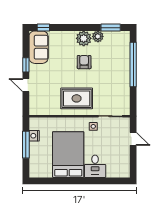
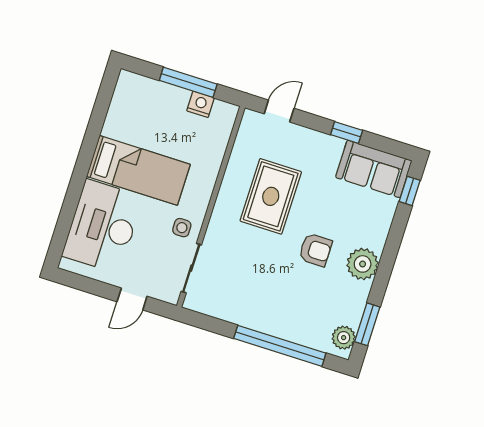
plant: (98, 36) -> (344, 338), moved
door: (26, 85) -> (279, 111), moved
rug: (77, 98) -> (271, 196), moved
bed: (68, 155) -> (138, 170), width x0.67
desk: (95, 166) -> (103, 226), width x1.87, depth x1.30

